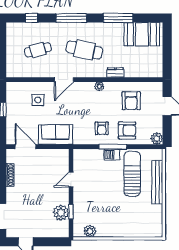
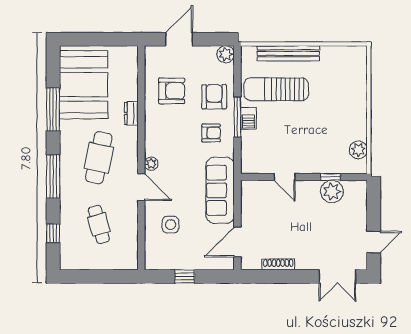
booth: (142, 34) -> (84, 85), width x1.36, depth x1.42
plant: (99, 86) -> (151, 164), moved
sofa: (56, 135) -> (220, 190), width x1.36

